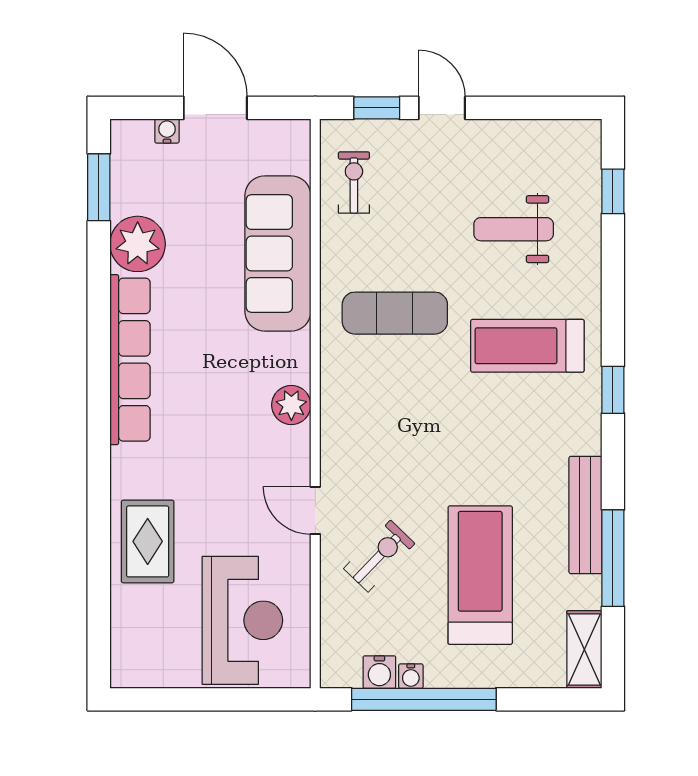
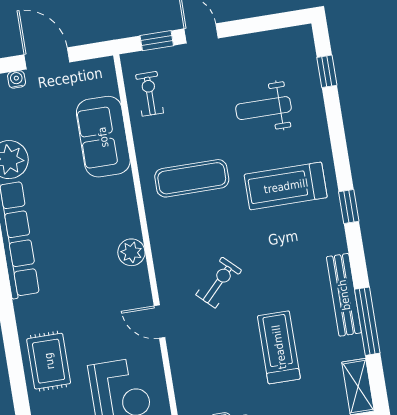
sofa: (278, 254) -> (103, 137), width x0.73
exercise bike: (379, 556) -> (219, 283), moved
treadmill: (480, 575) -> (279, 347), width x0.73, depth x0.73

